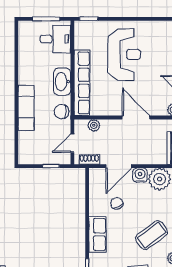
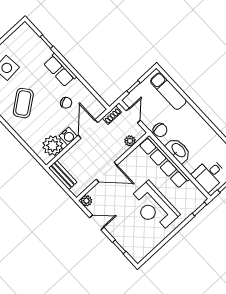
exam couch: (26, 108) -> (168, 91), moved
chair: (62, 112) -> (160, 130), turned 90

